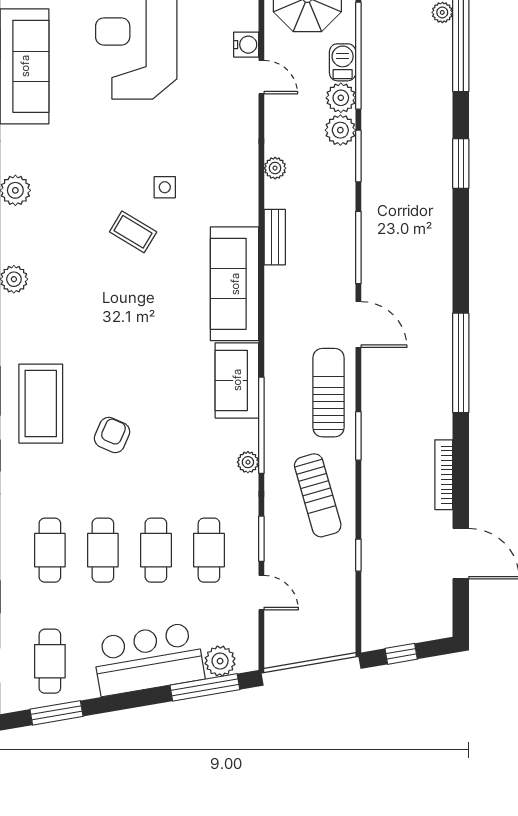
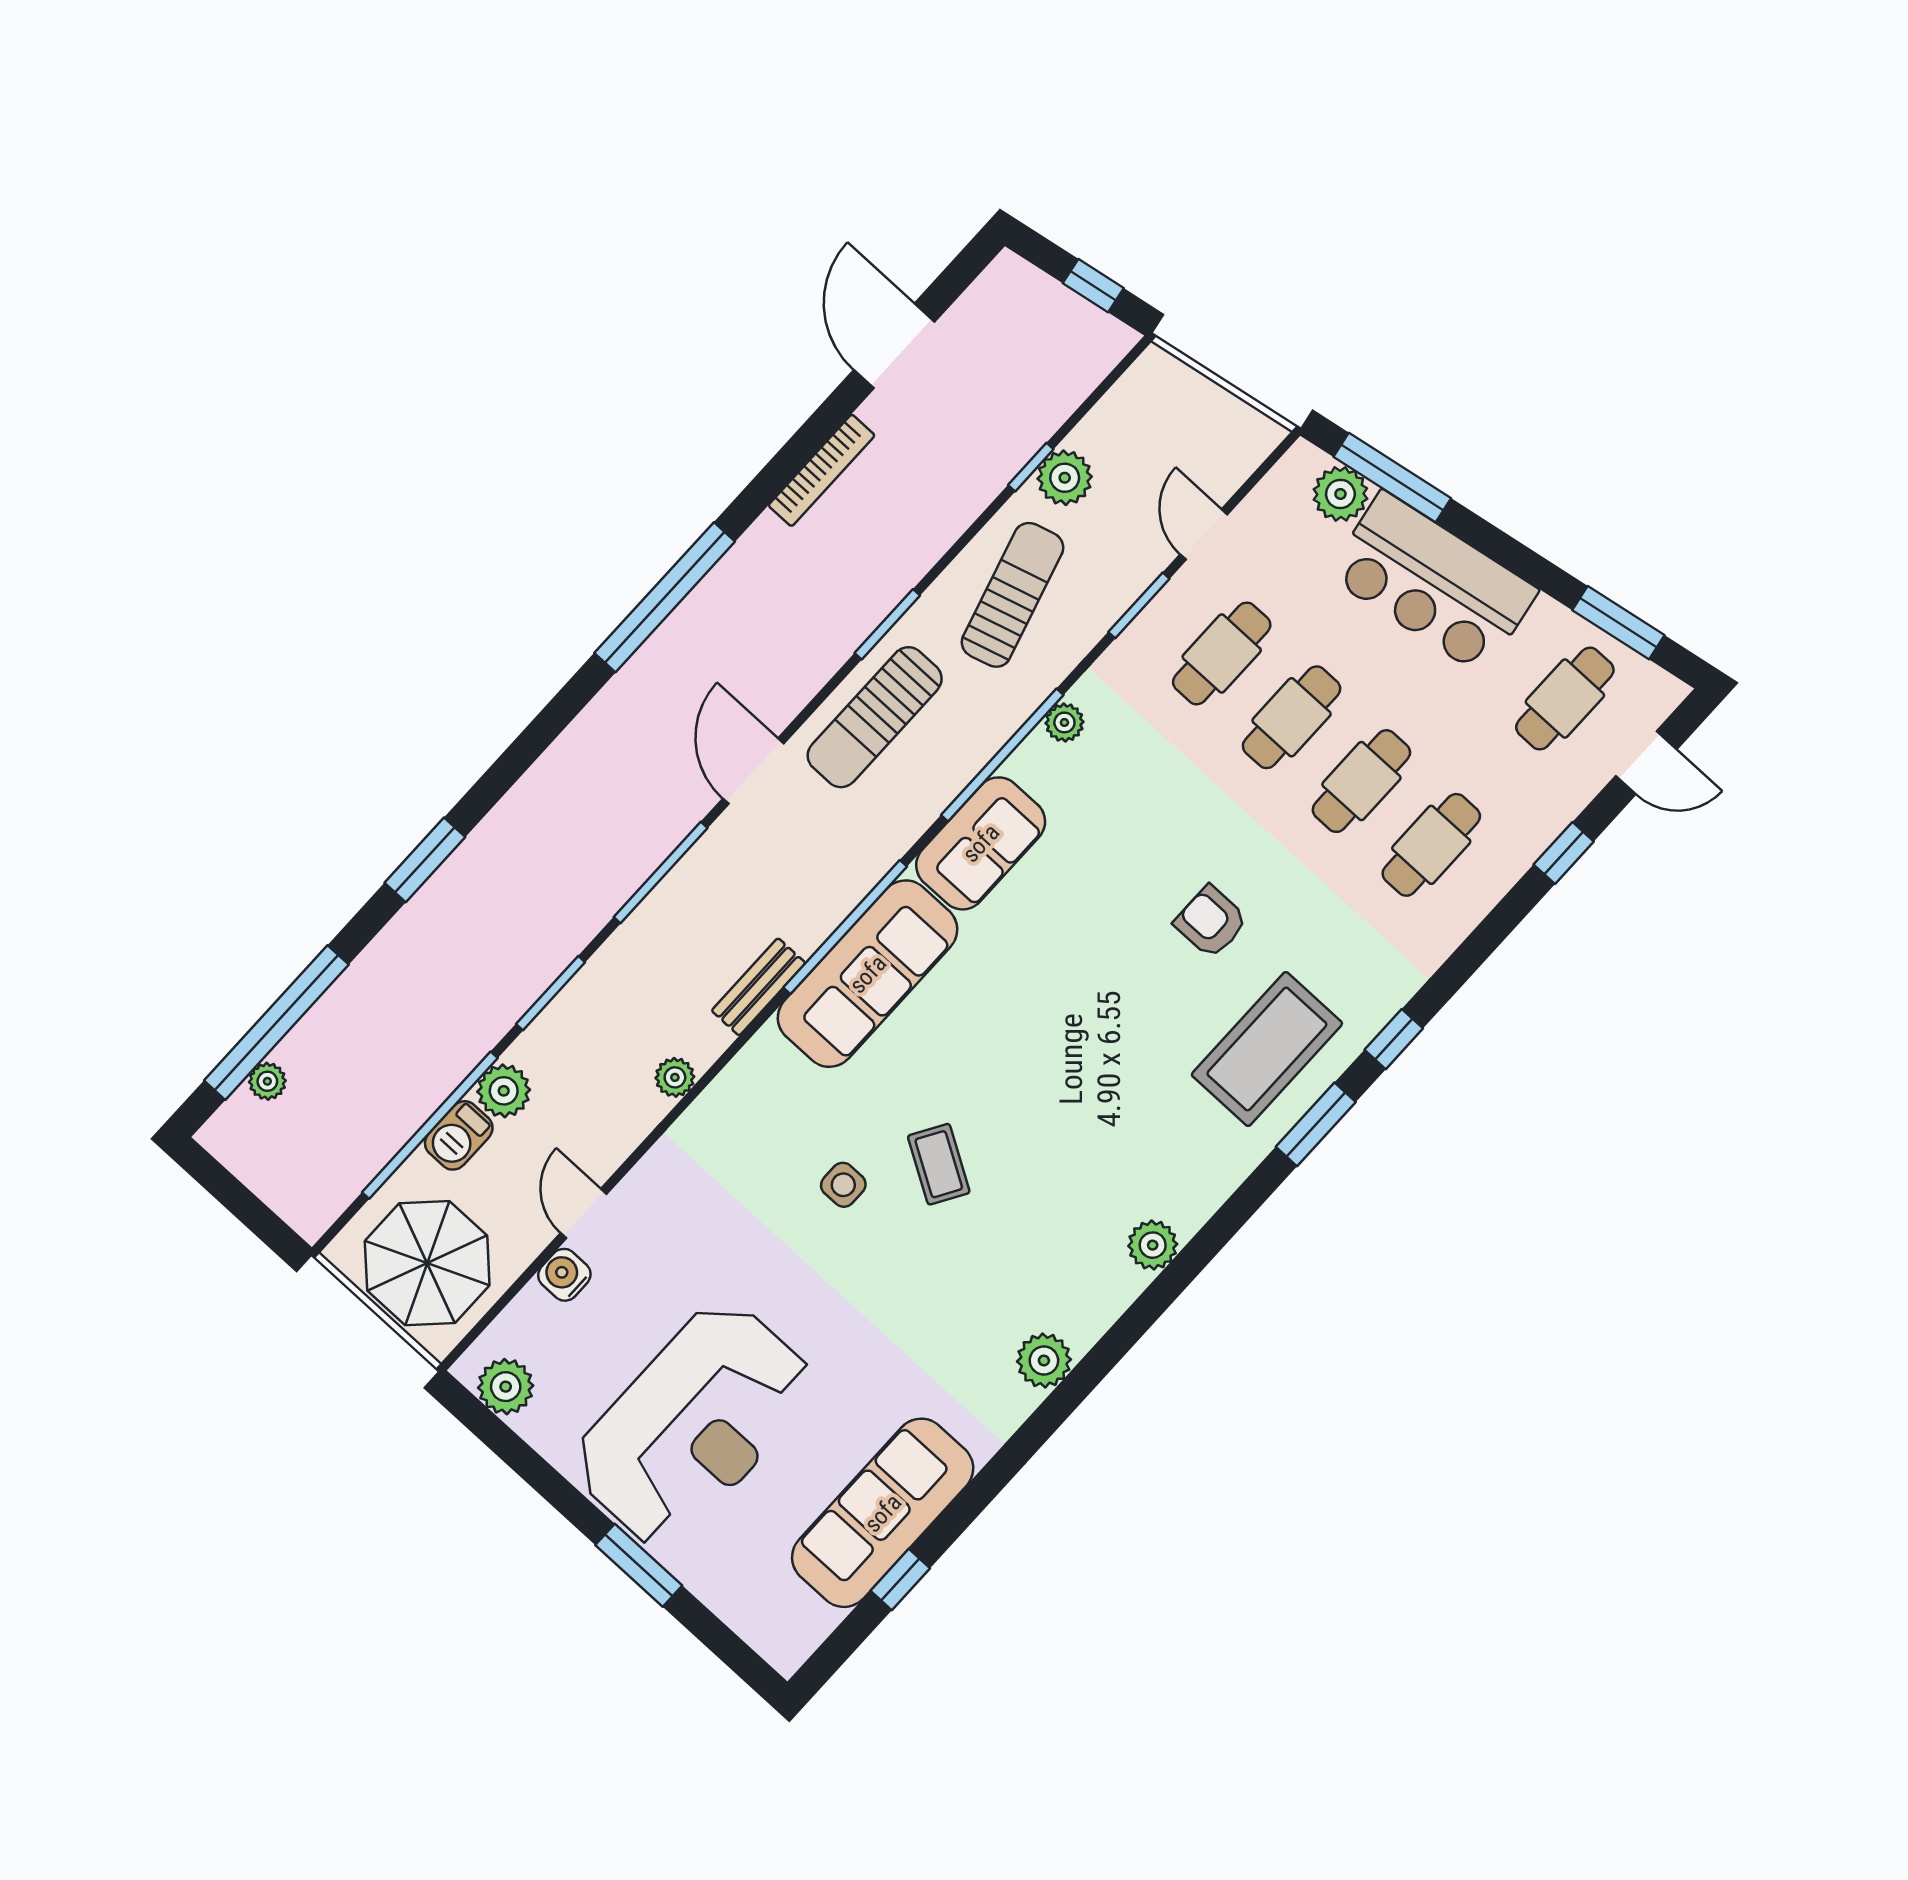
plant: (340, 130) -> (1065, 478), moved
window: (261, 295) -> (845, 927), added
armchair: (112, 435) -> (1211, 922), turned 67

